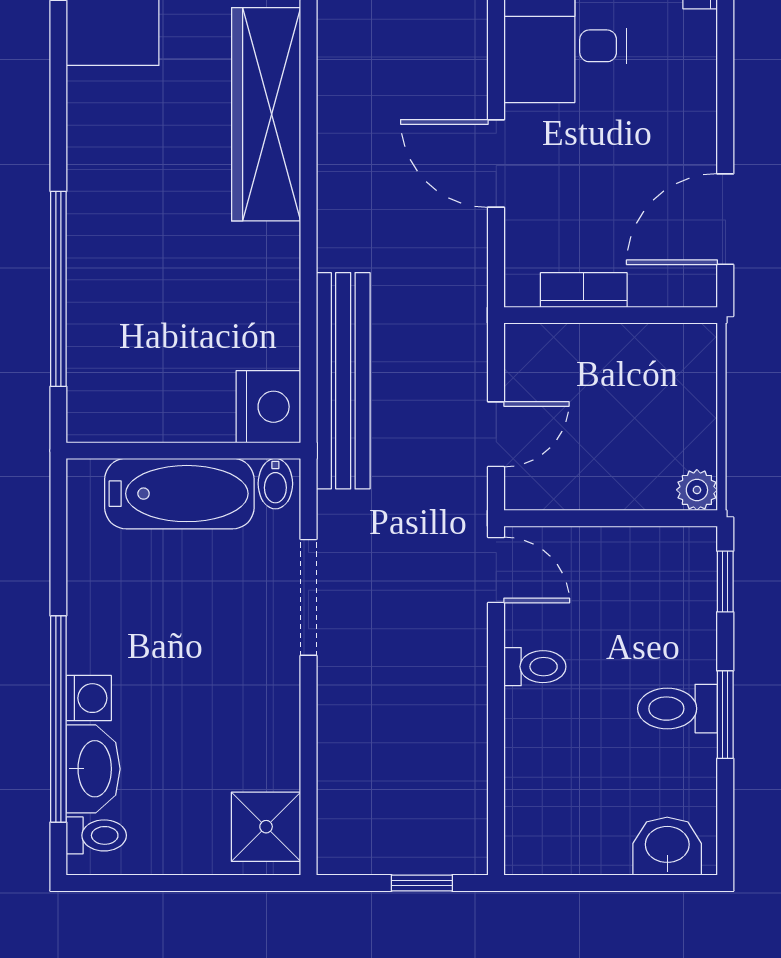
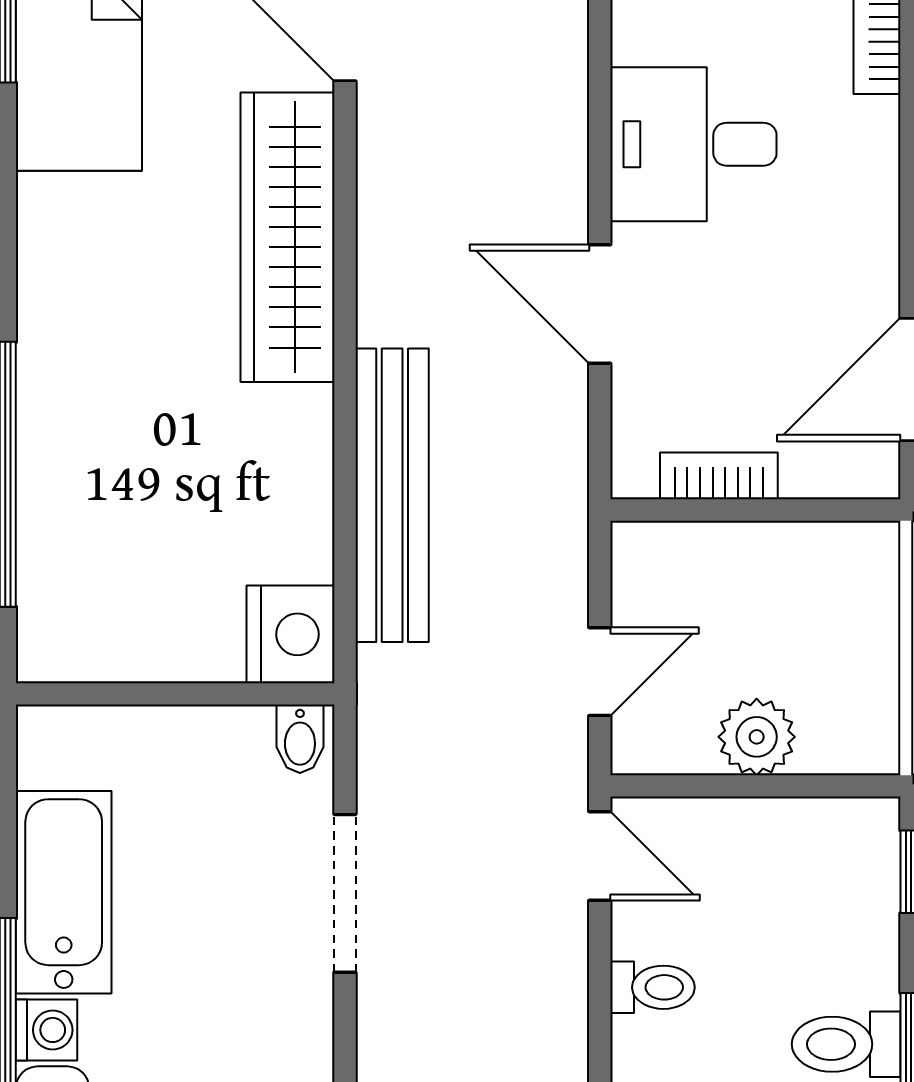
bench: (343, 381) -> (392, 495), moved
plant: (697, 490) -> (757, 737), moved, width x1.38, depth x1.38
bathtub: (179, 494) -> (64, 892), moved, turned -90

